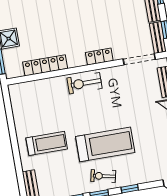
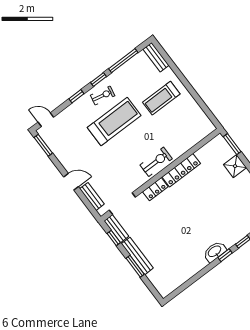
locker: (45, 65) -> (181, 170), moved
treadmill: (105, 144) -> (114, 121), turned 180

